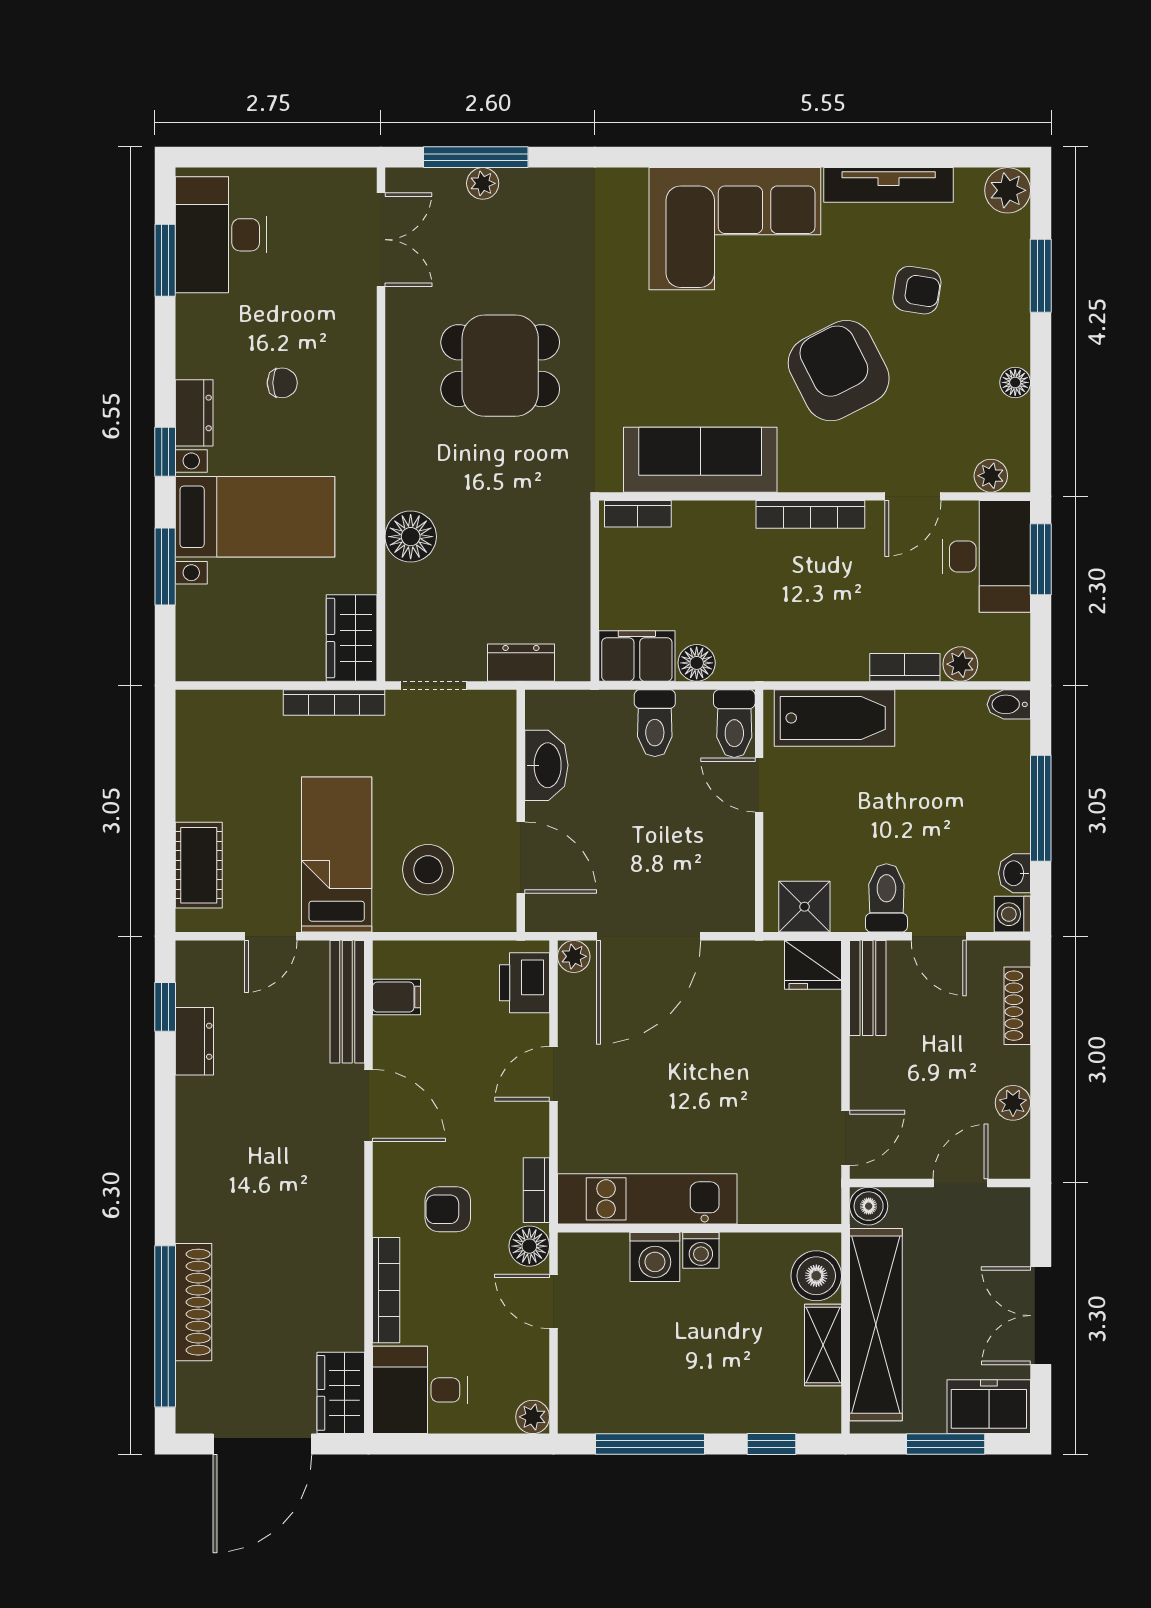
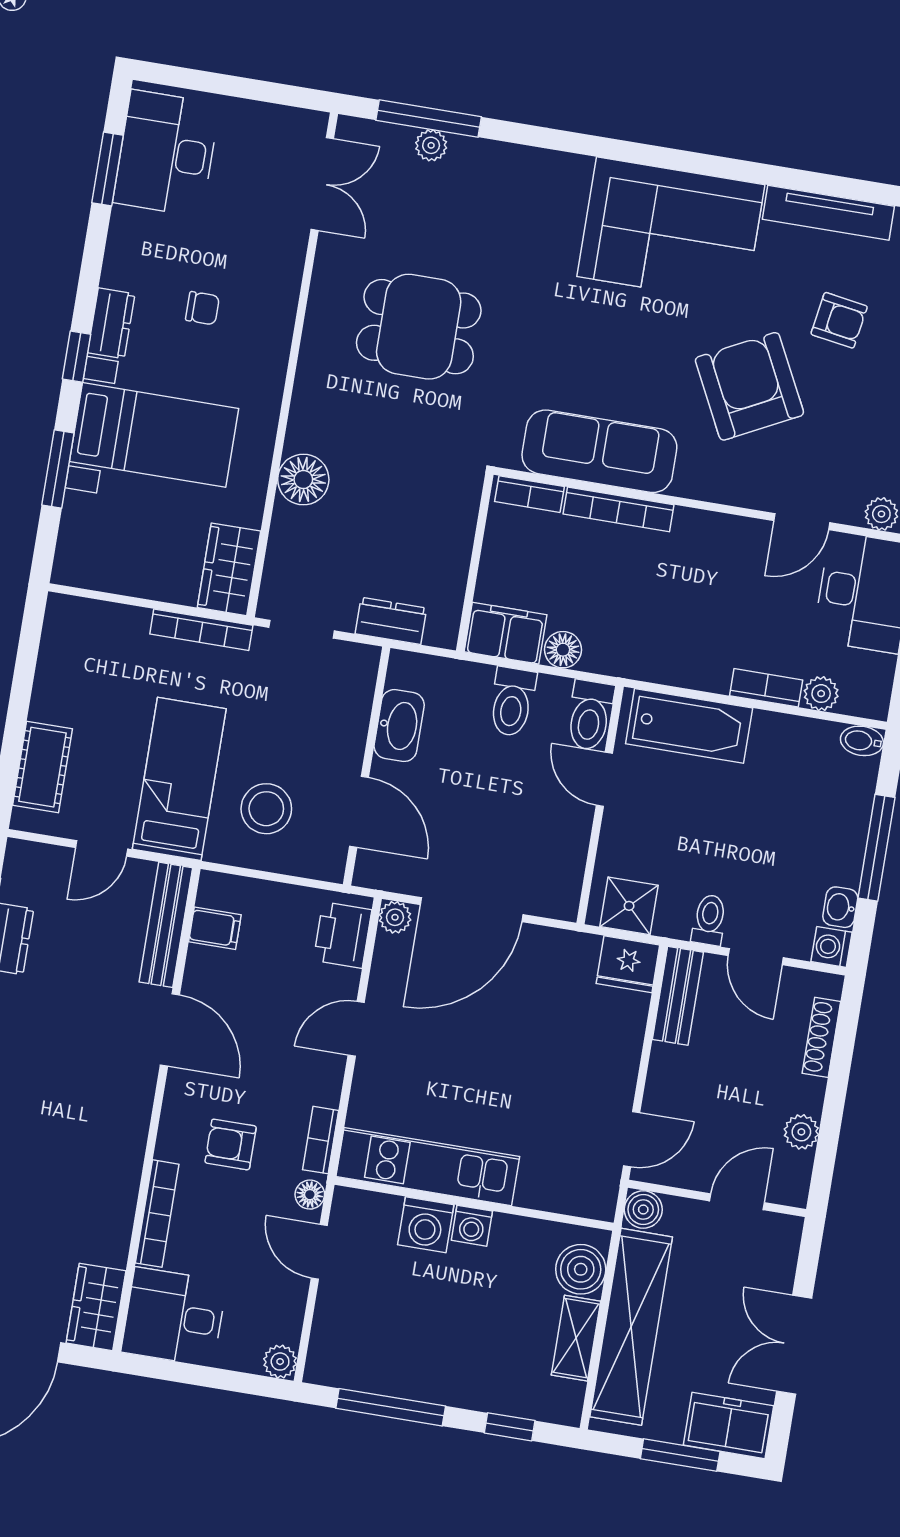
bookcase: (810, 514) -> (618, 509), moved
toilet: (886, 898) -> (709, 920), width x0.73, depth x0.72
floor lamp: (529, 1246) -> (310, 1195), width x0.73, depth x0.73

